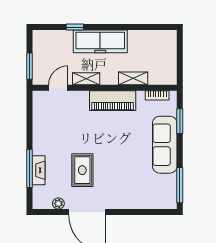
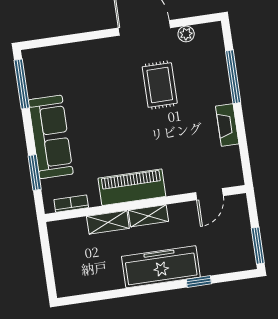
window: (29, 66) -> (258, 246), moved
shelving: (86, 79) -> (148, 216), moved
fireplace: (39, 170) -> (227, 125), moved

